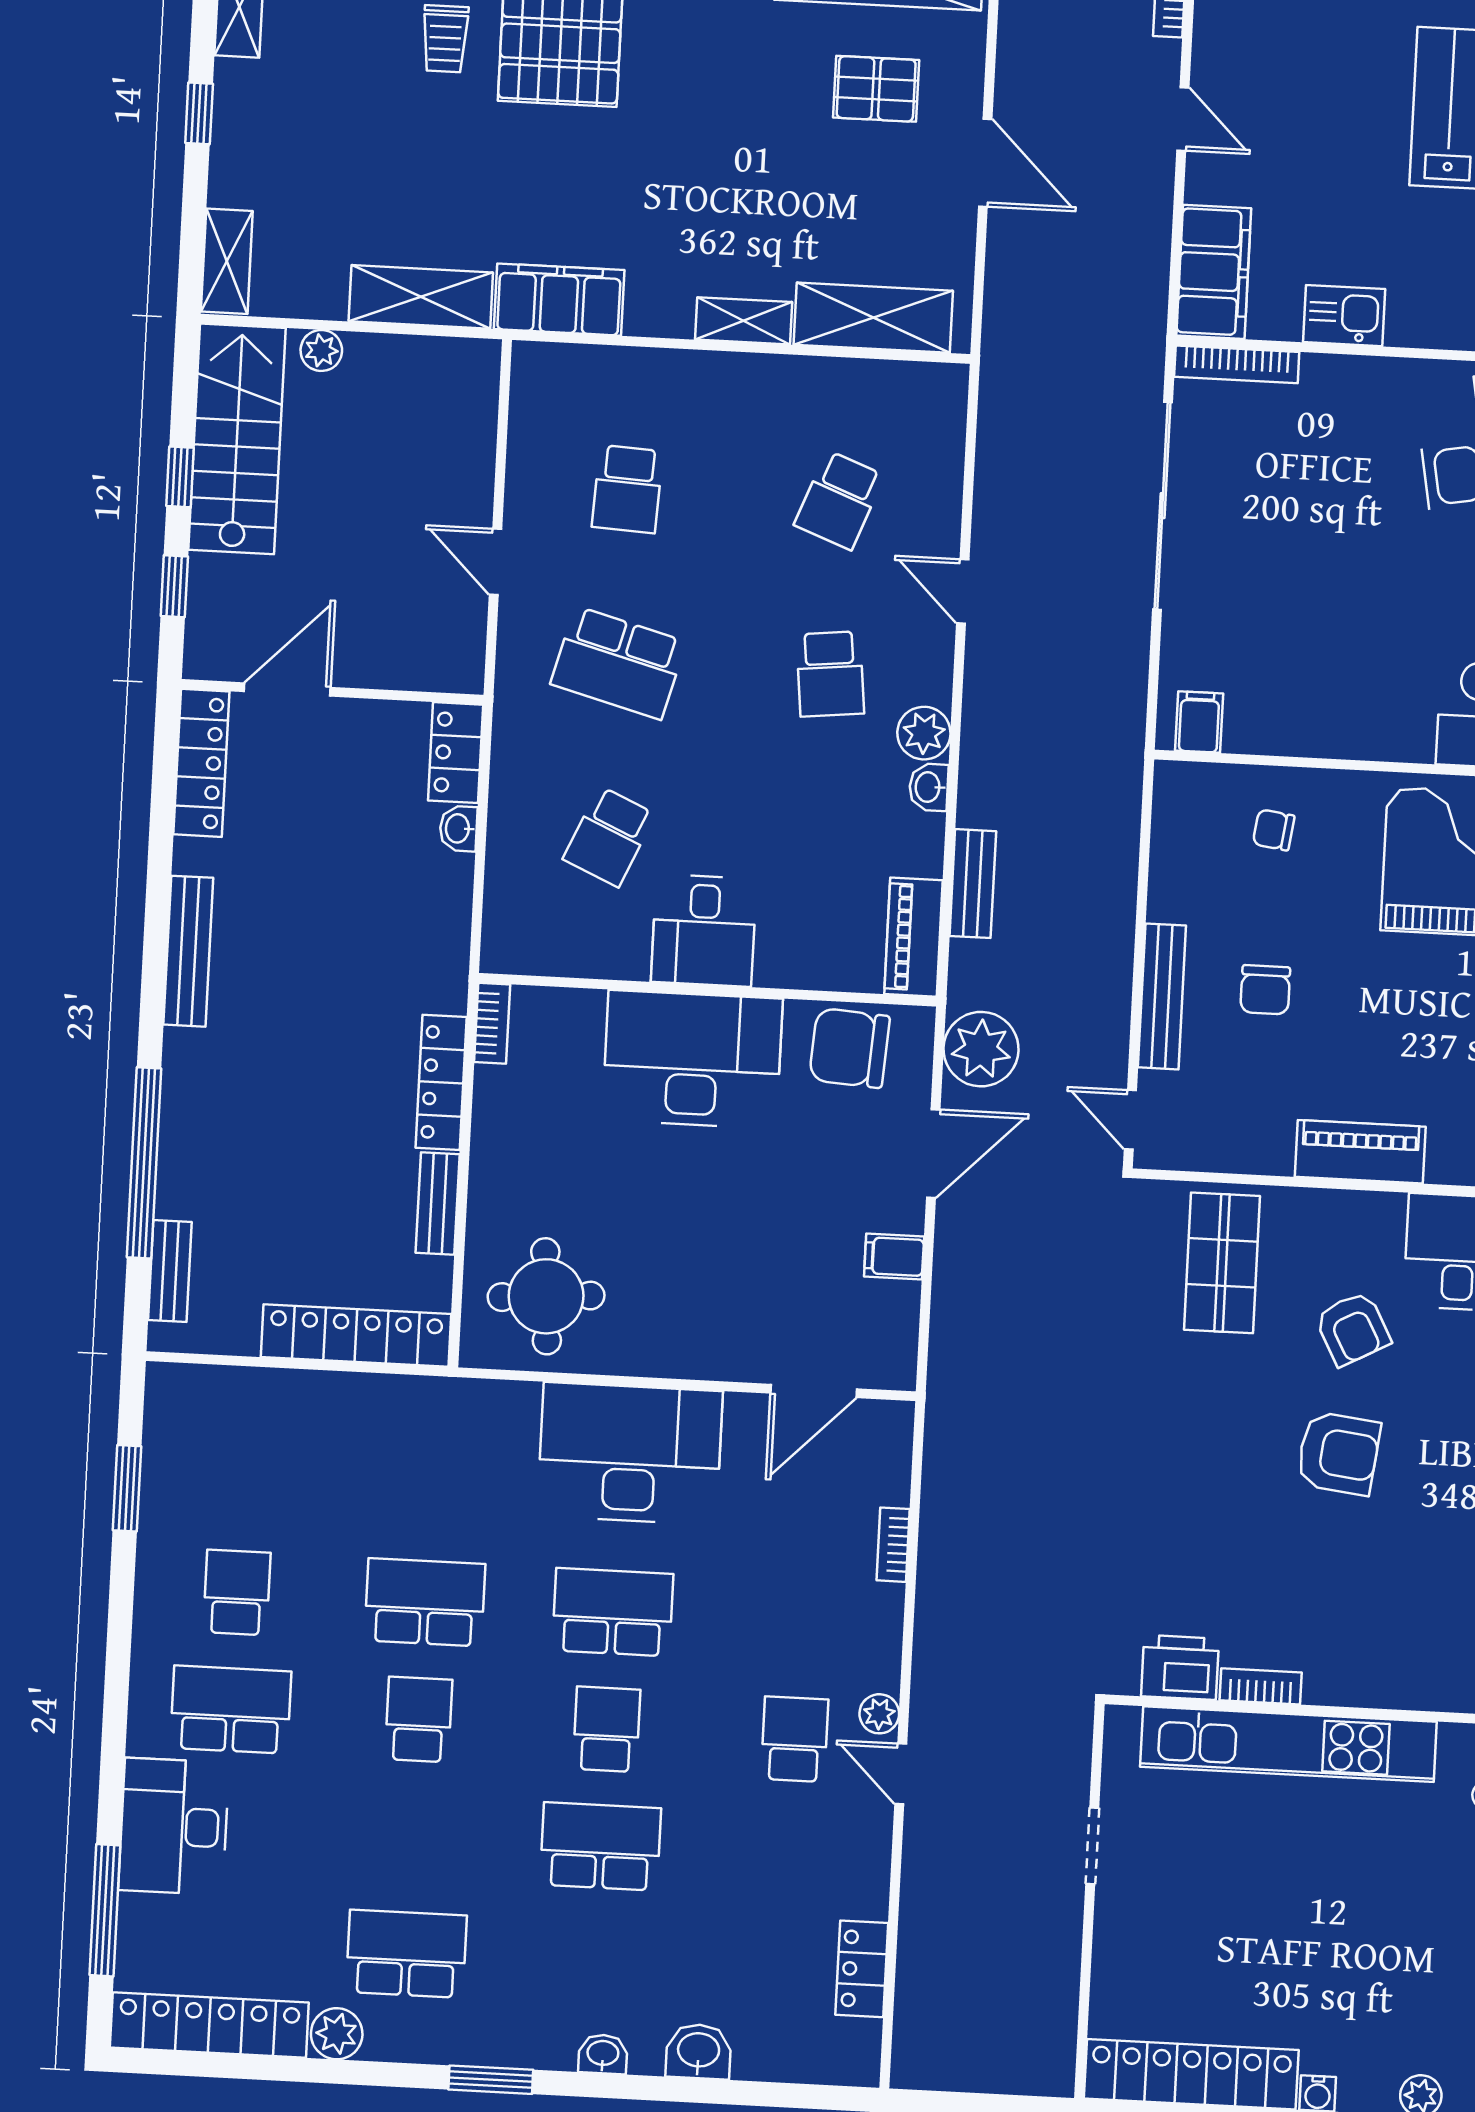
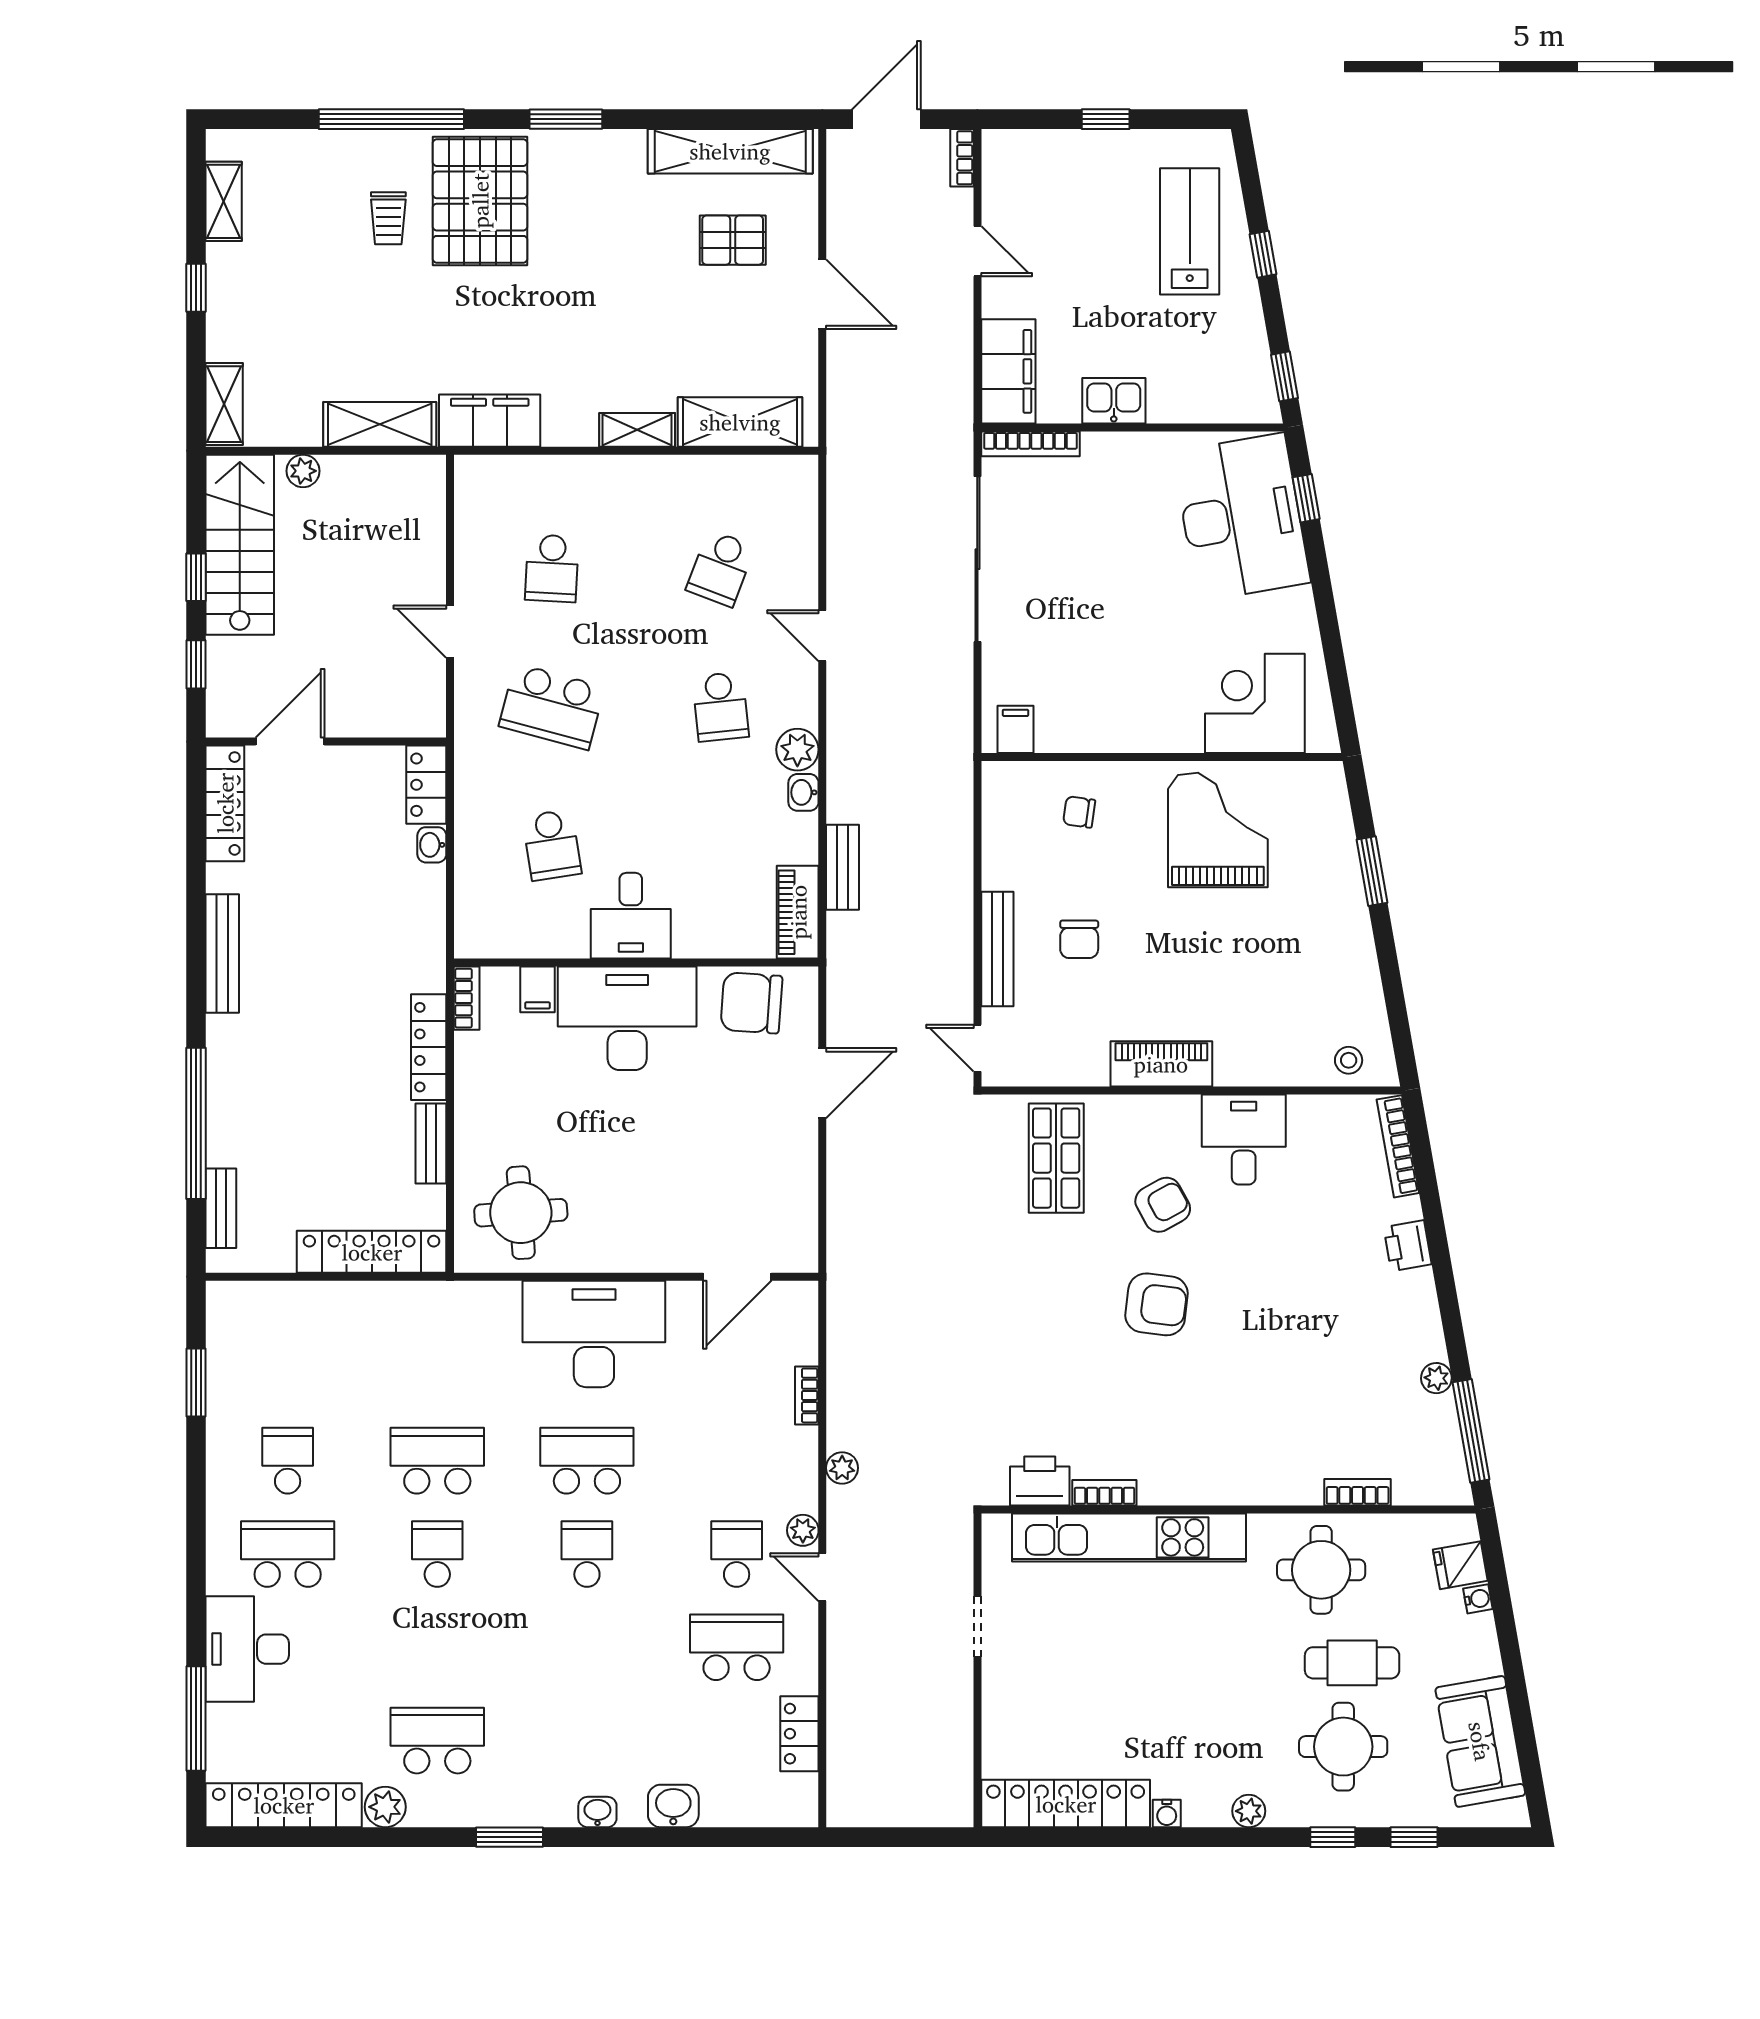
school desk: (609, 837) -> (552, 845), turned -33
plant: (981, 1049) -> (842, 1468), moved, width x0.53, depth x0.53
filing cabinet: (894, 1257) -> (538, 989), moved, turned -90
armchair: (1353, 1329) -> (1163, 1205), turned -91
school desk: (600, 1846) -> (737, 1647), moved

